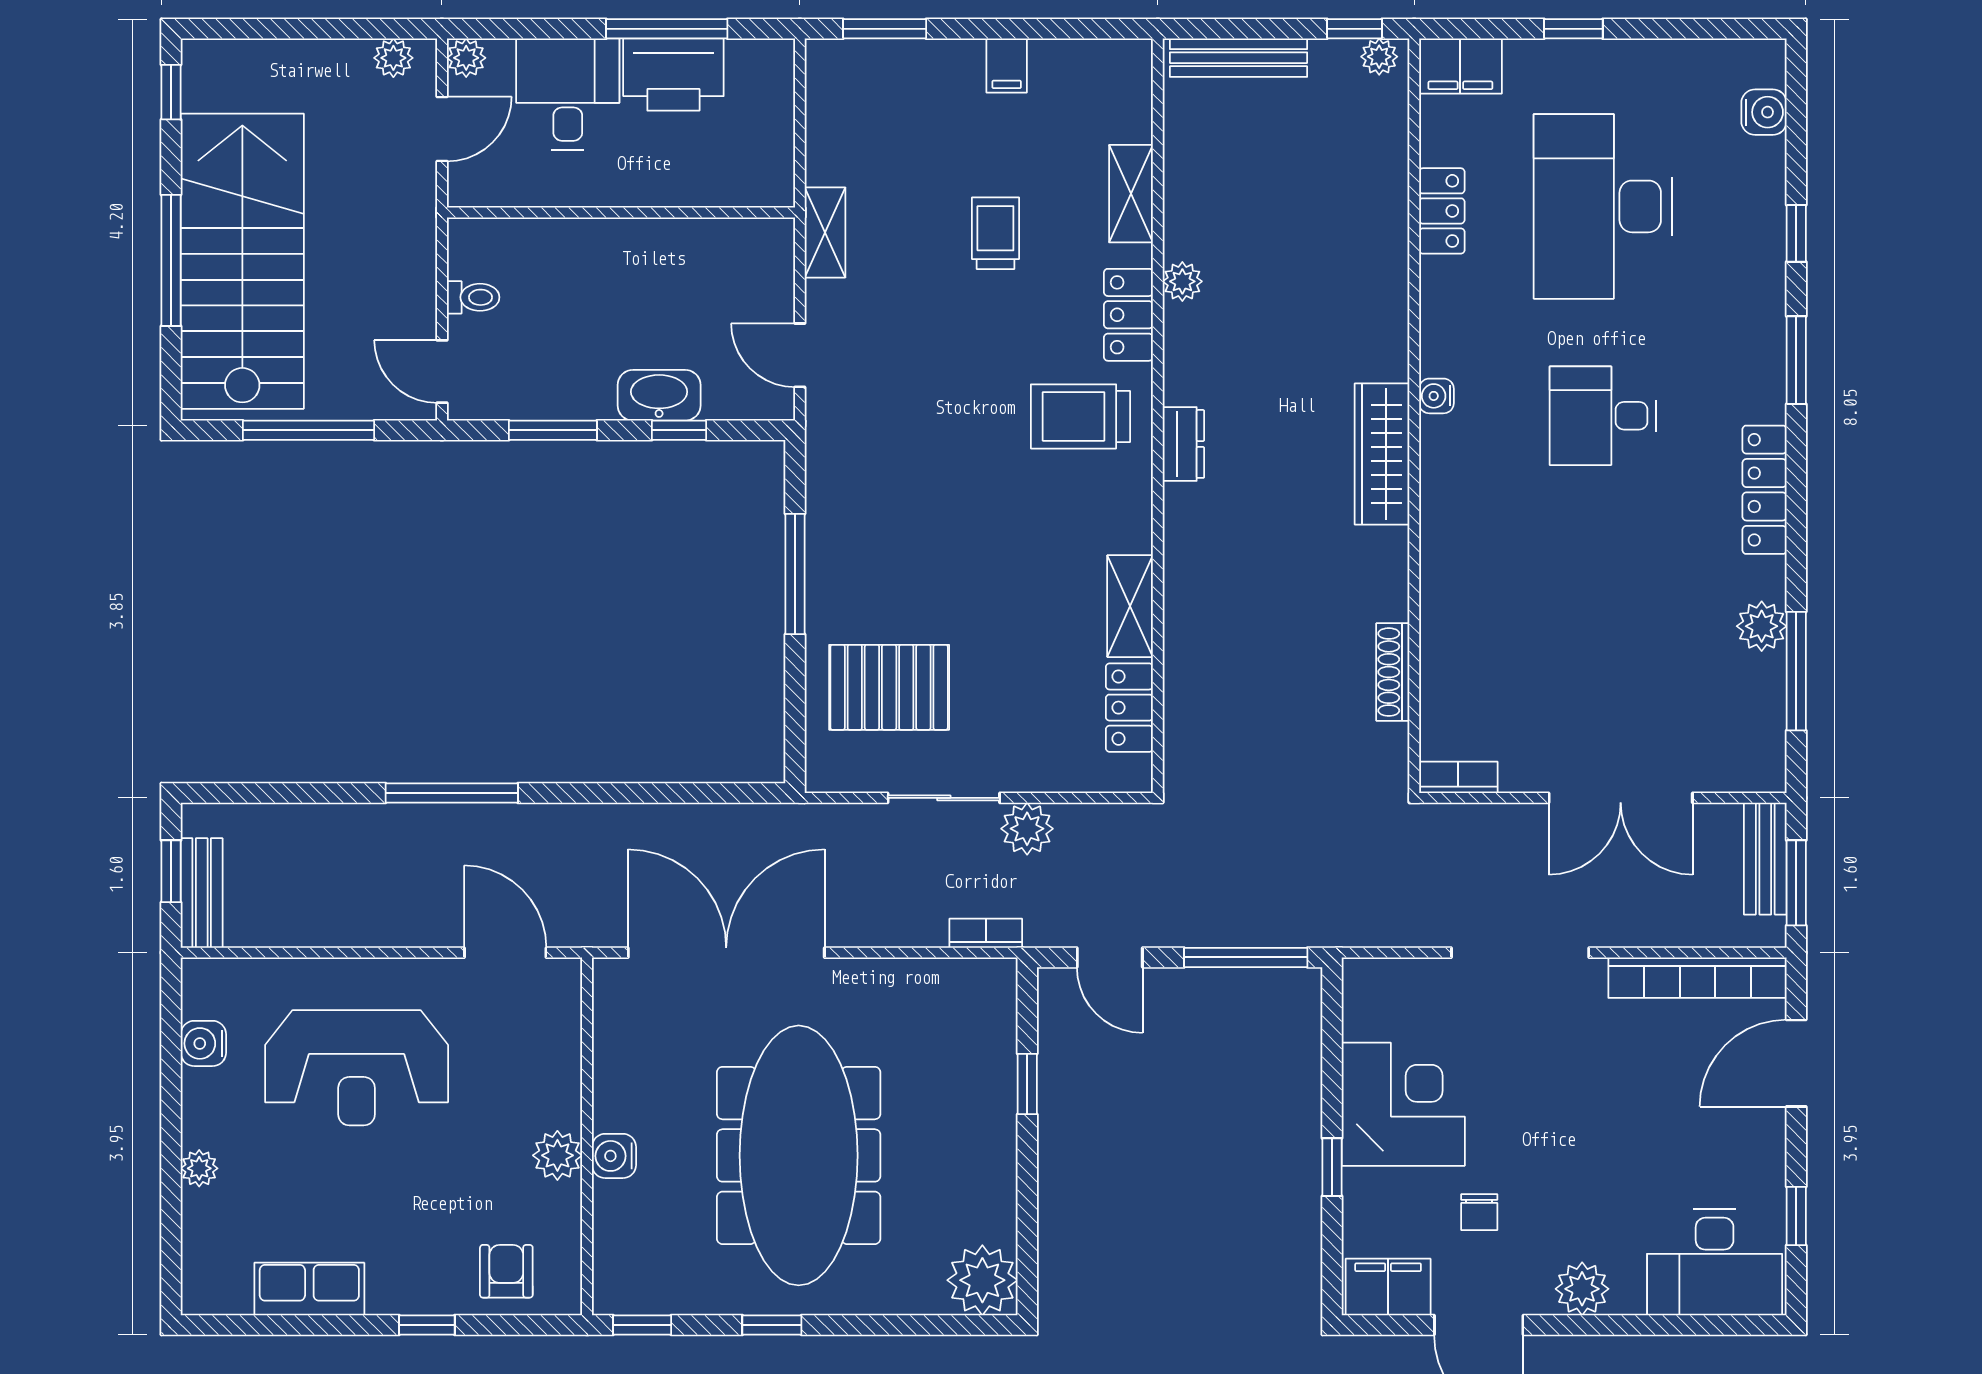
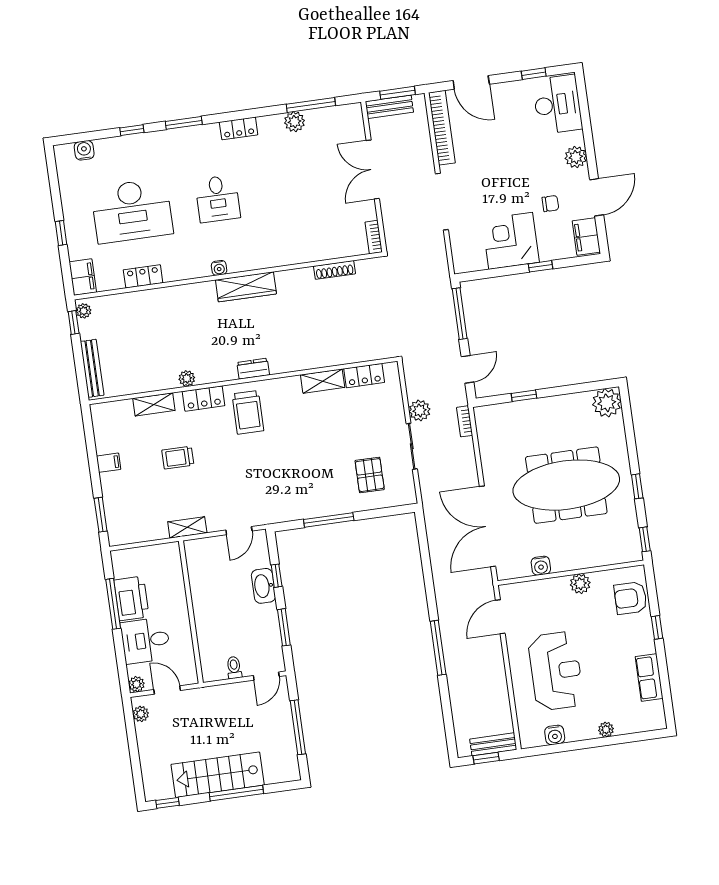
stairs: (242, 261) -> (218, 775), width x0.73, depth x0.66
locker: (1764, 490) -> (239, 128), width x0.66
pallet: (889, 687) -> (370, 475), width x0.67, depth x0.71
double door: (1621, 798) -> (373, 169), swing flipped
water cooler: (614, 1156) -> (541, 566), moved
armchair: (506, 1271) -> (630, 598), width x1.38, depth x1.38

